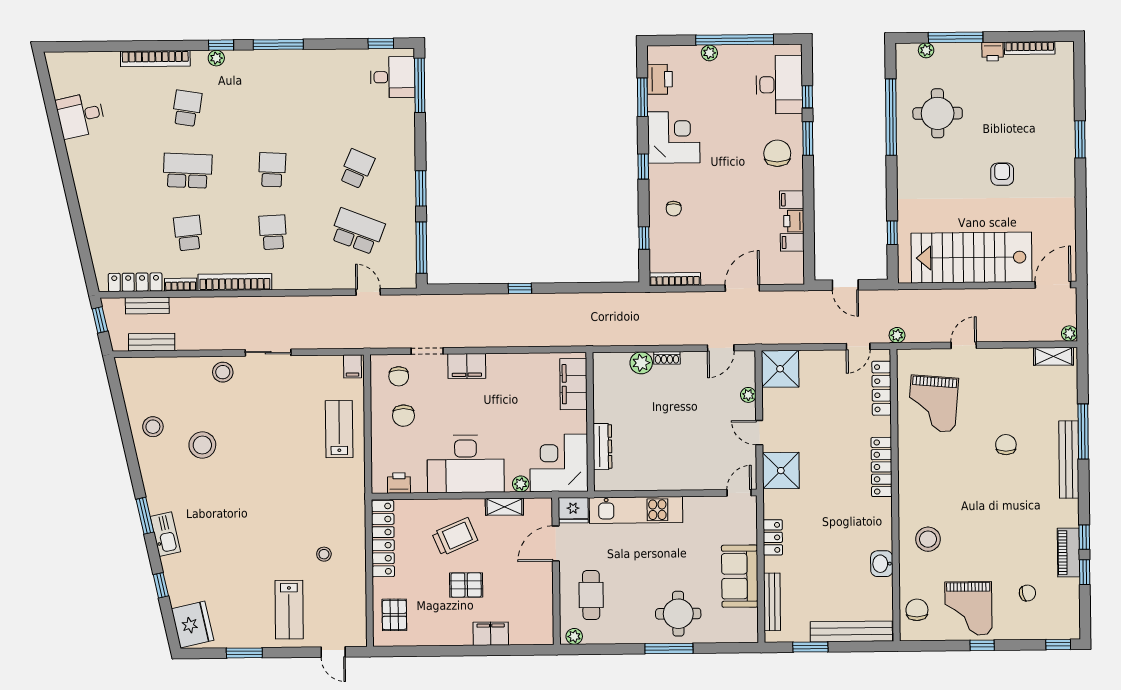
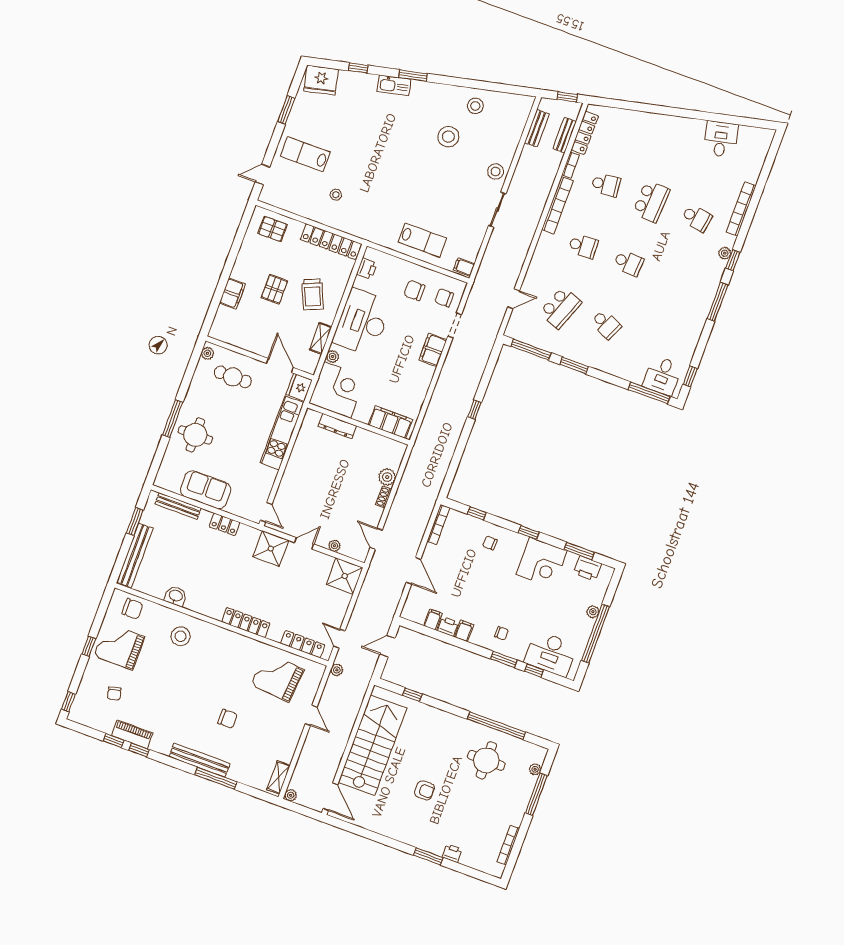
printer: (993, 52) -> (452, 853), moved, turned 90
chair: (777, 153) -> (501, 633), width x0.54, depth x0.54

